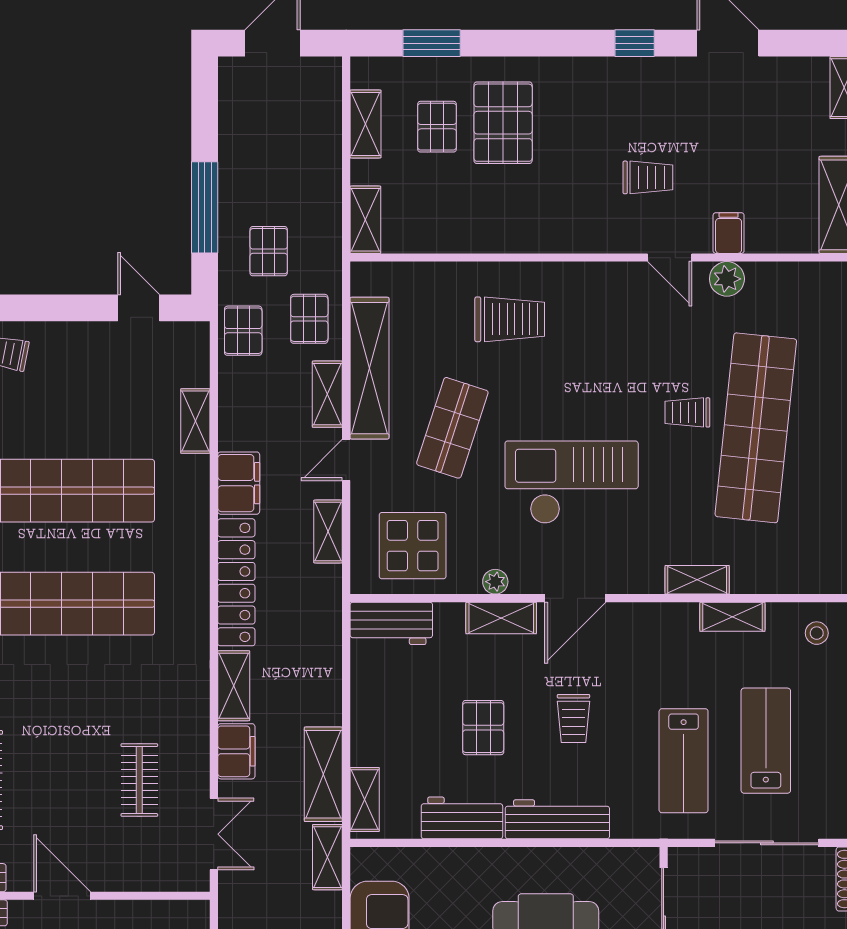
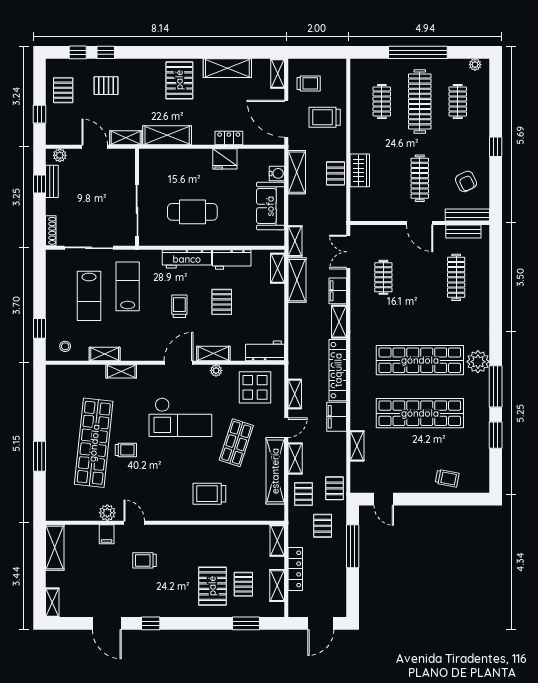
locker: (327, 159) -> (295, 569), added

